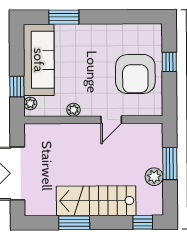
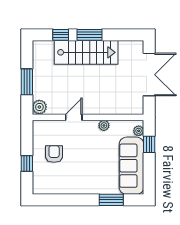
armchair: (135, 74) -> (54, 154), width x0.53, depth x0.53
plant: (154, 177) -> (39, 107), moved
window: (143, 222) -> (61, 35), moved
window: (74, 223) -> (90, 35), moved

